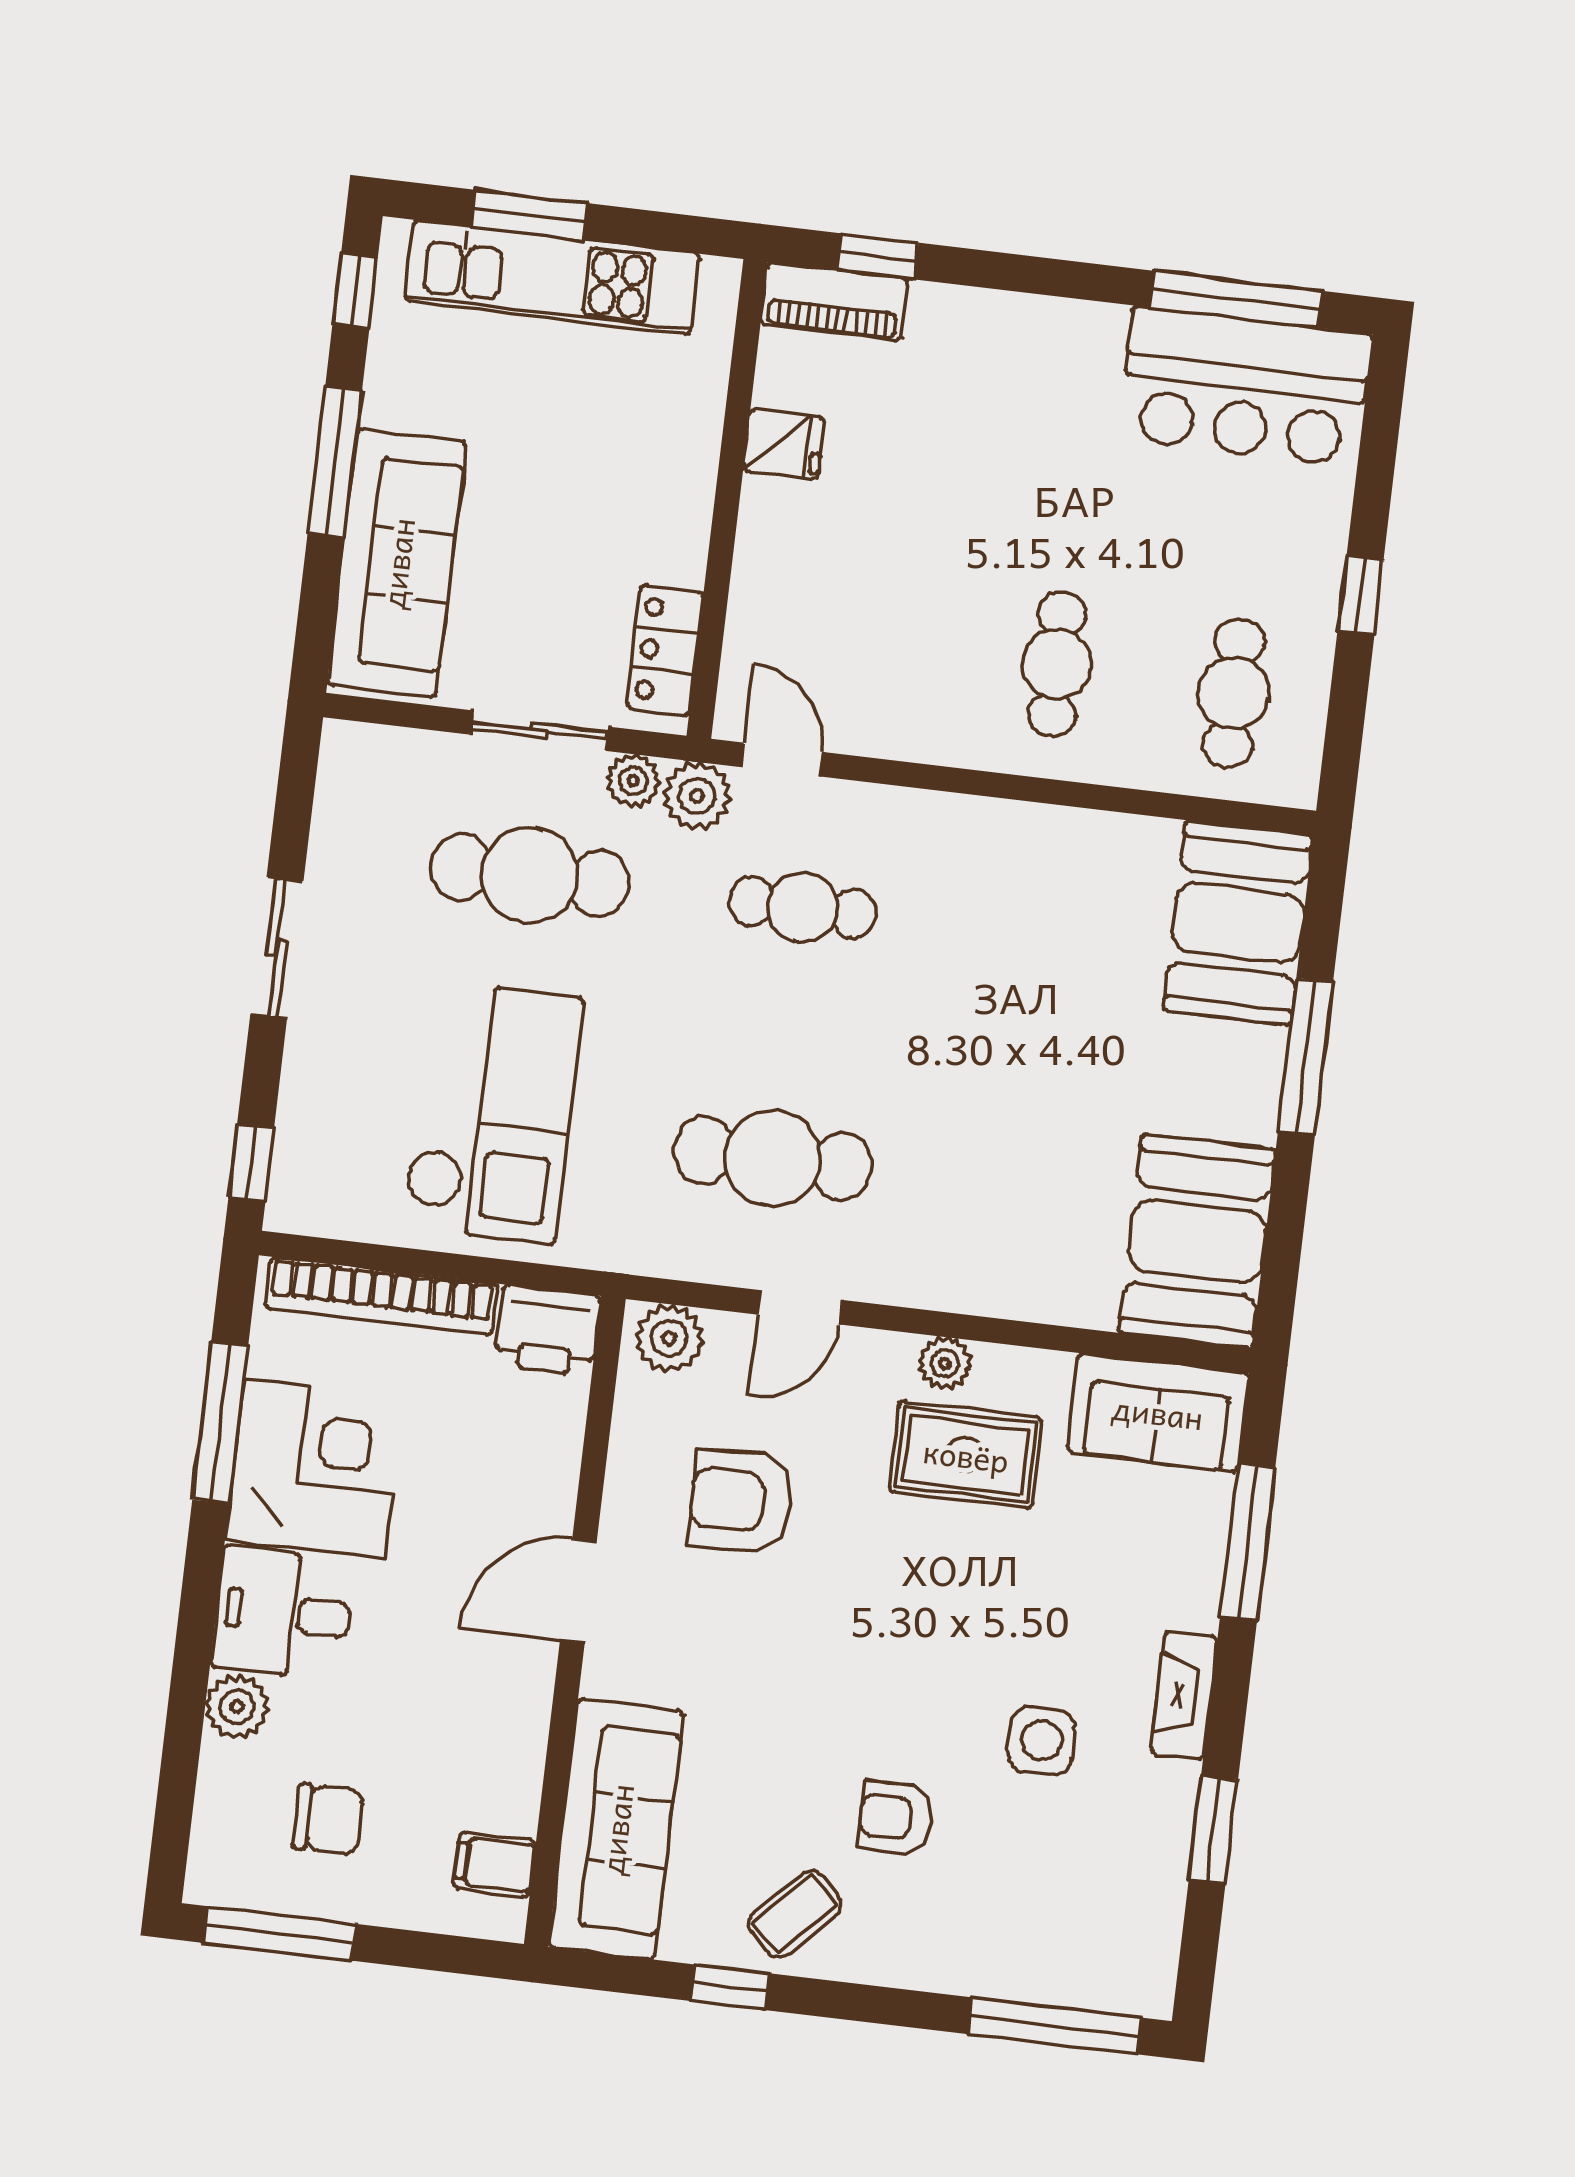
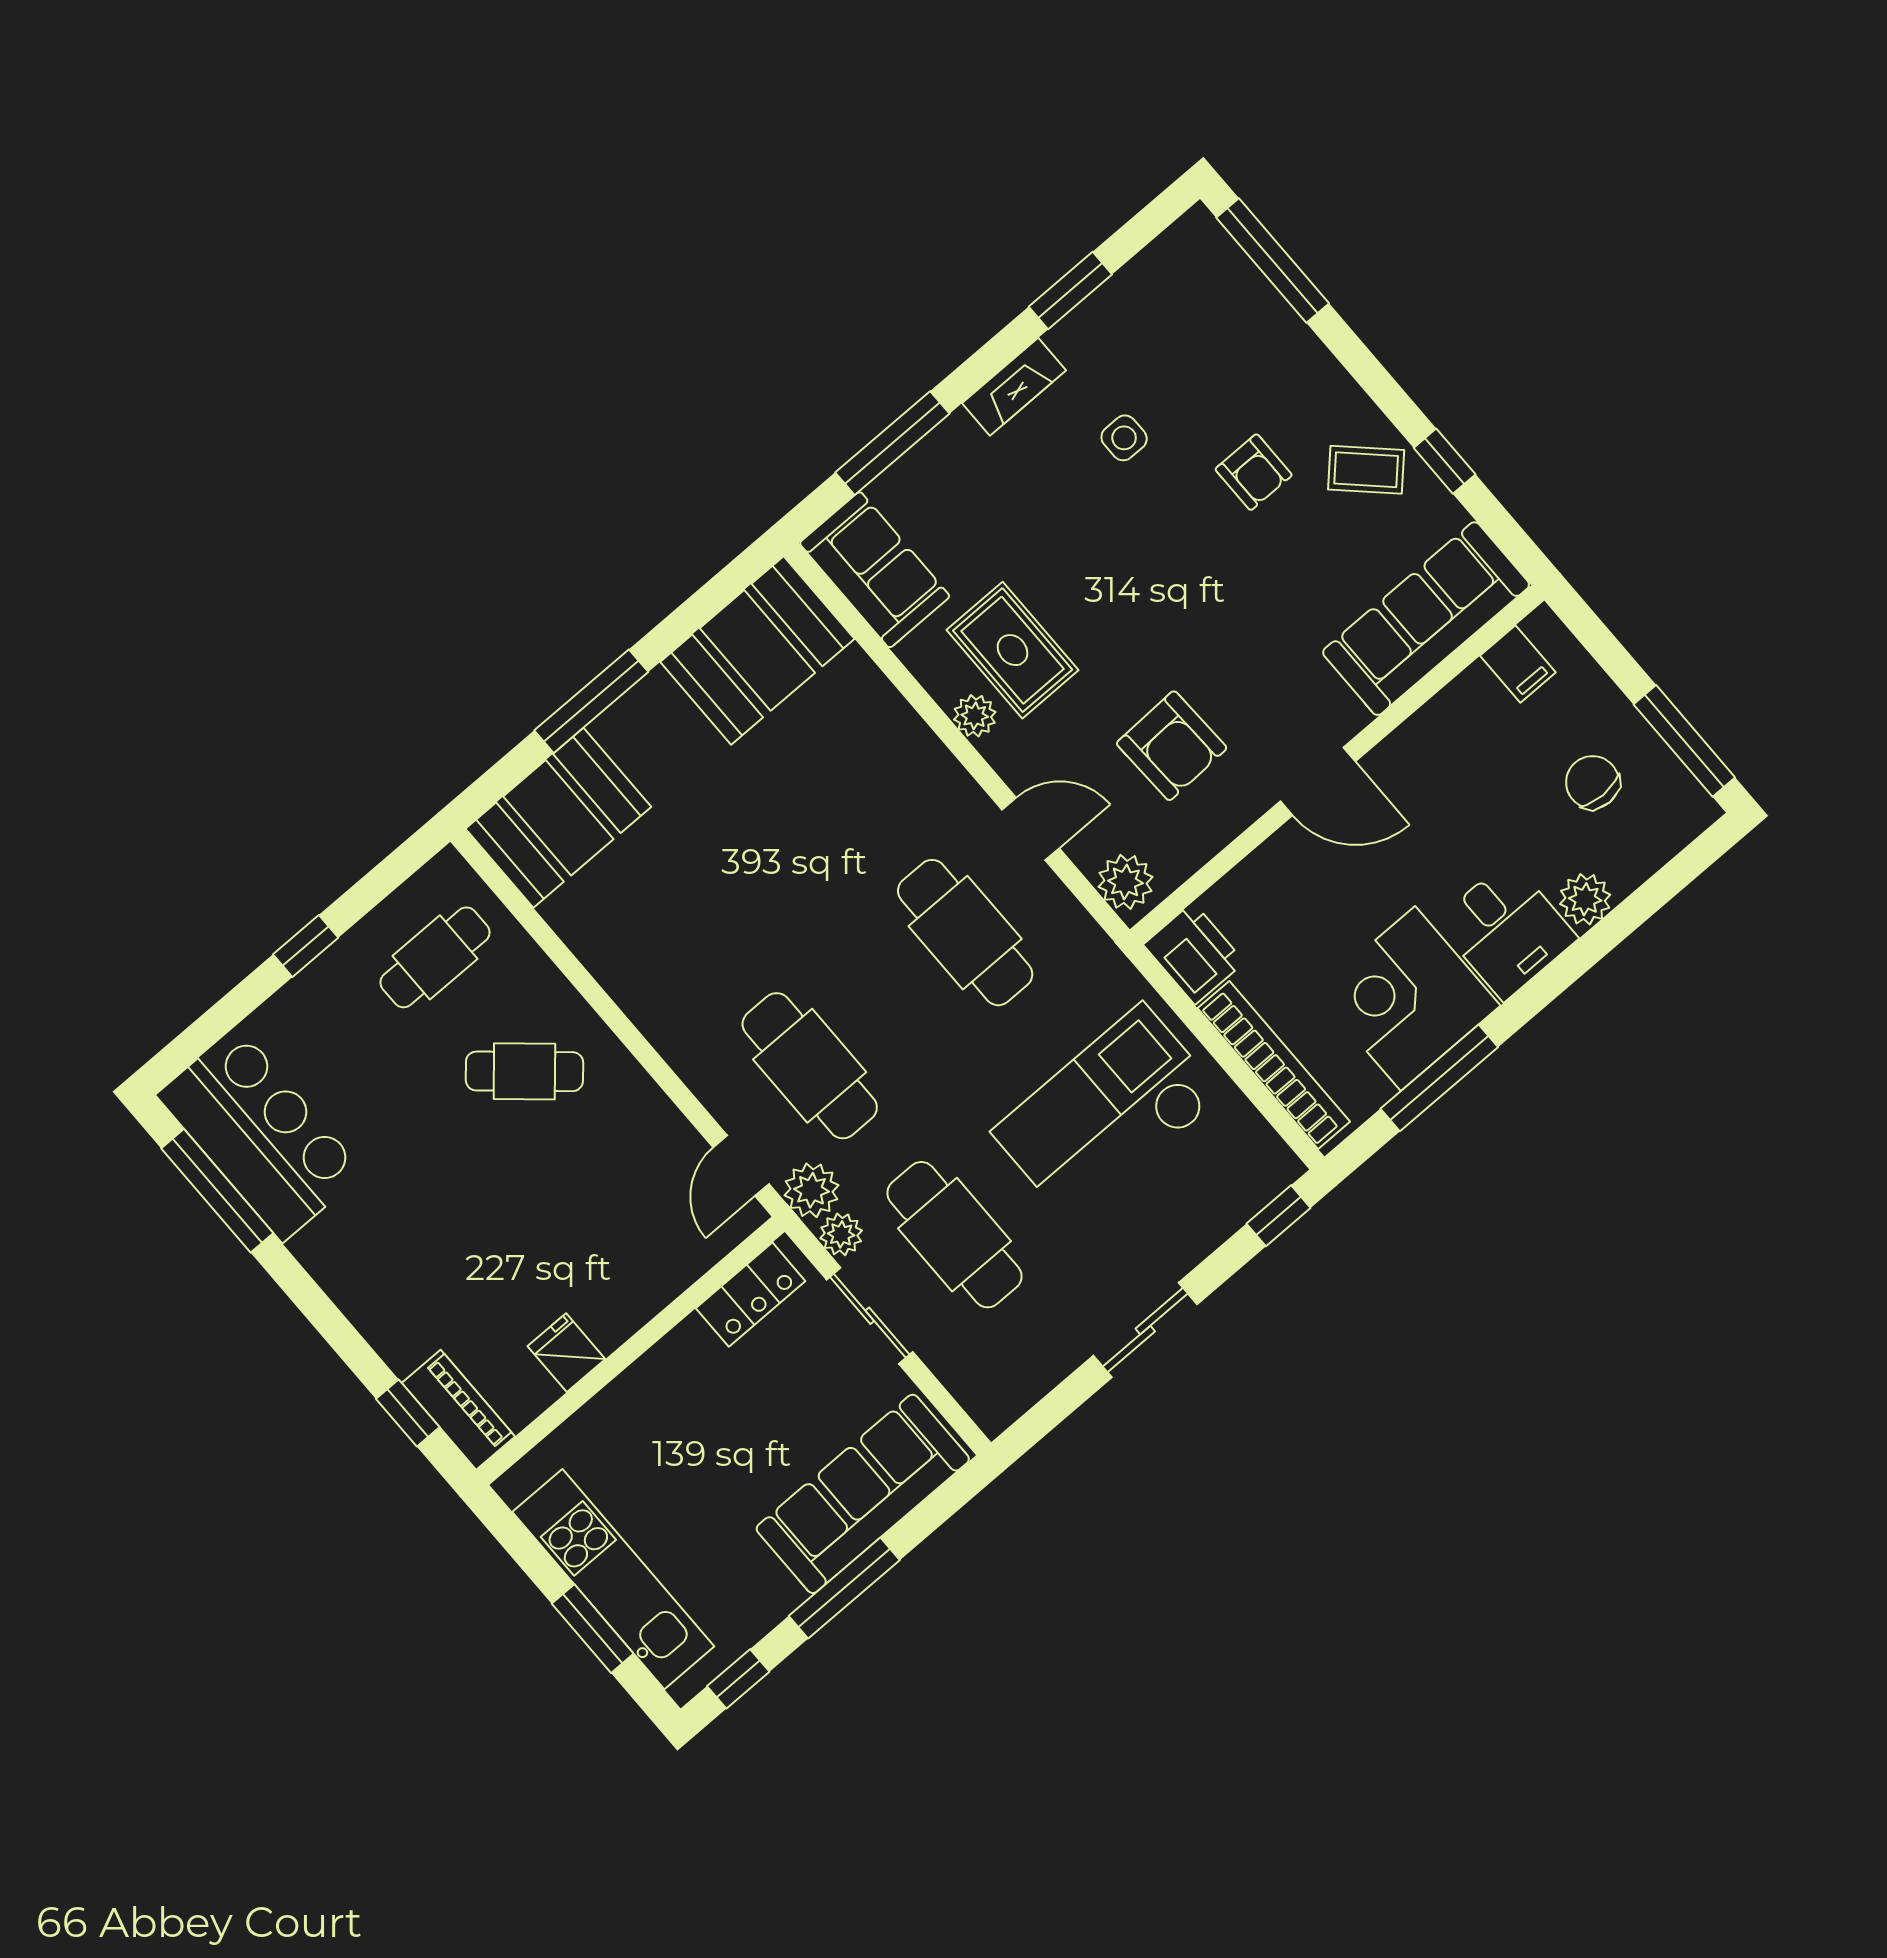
cafe table: (1057, 664) -> (524, 1071), turned 42
cafe table: (802, 908) -> (810, 1066), width x1.37, depth x1.35
side table: (1041, 1741) -> (1124, 438), width x0.73, depth x0.73

